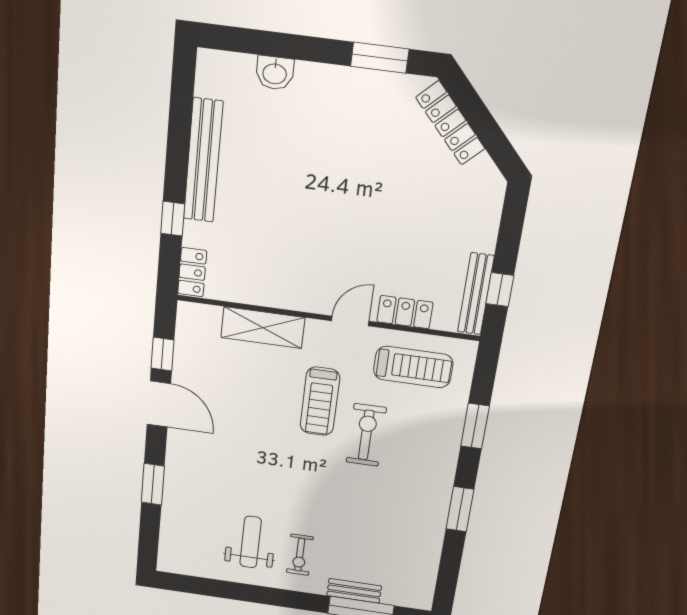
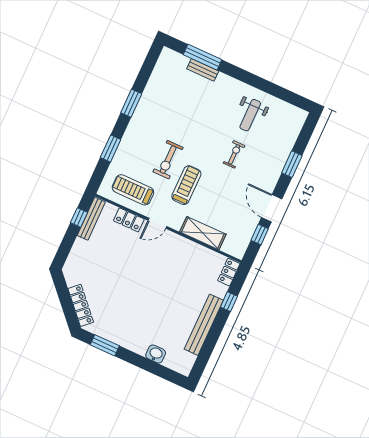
exercise bike: (300, 555) -> (234, 154), moved

